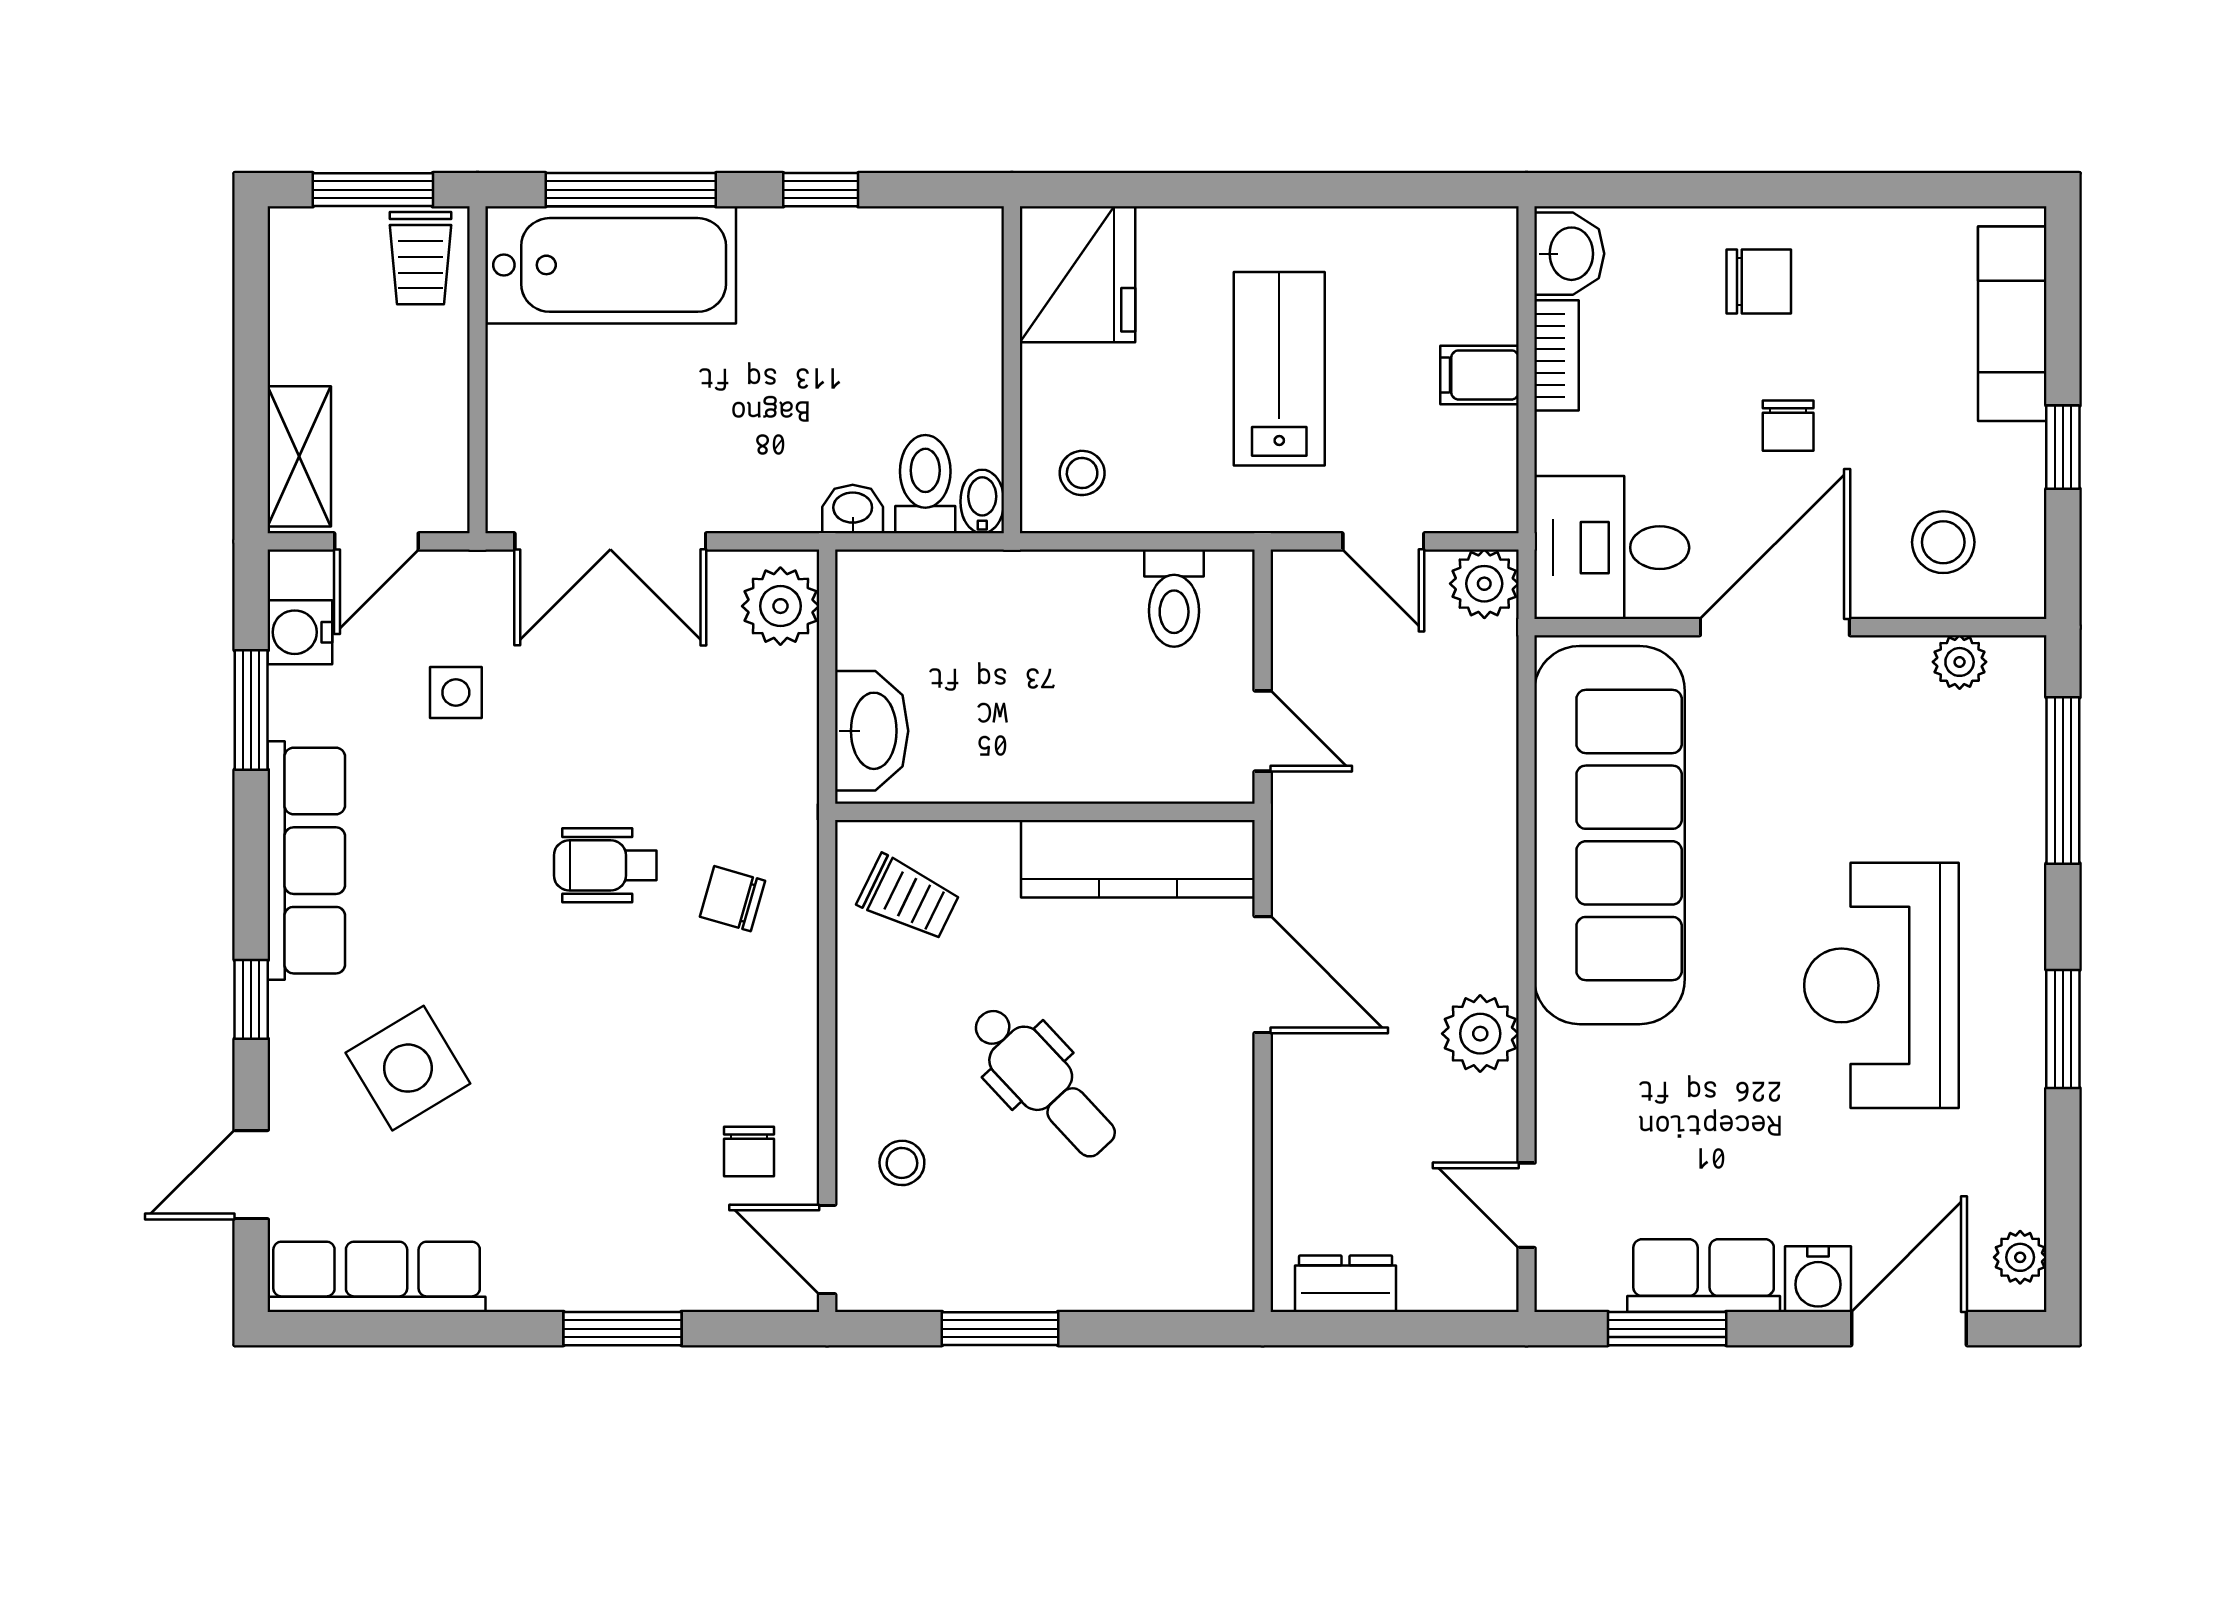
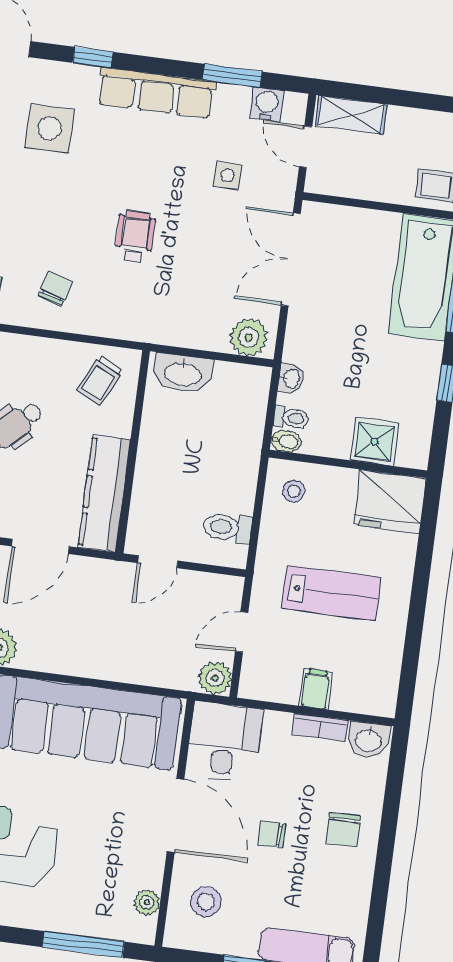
shower: (959, 322) -> (374, 442), added
toilet: (925, 484) -> (291, 418), width x0.73, depth x0.72
chair: (732, 899) -> (55, 289), moved
side table: (408, 1068) -> (50, 129), turned 31

